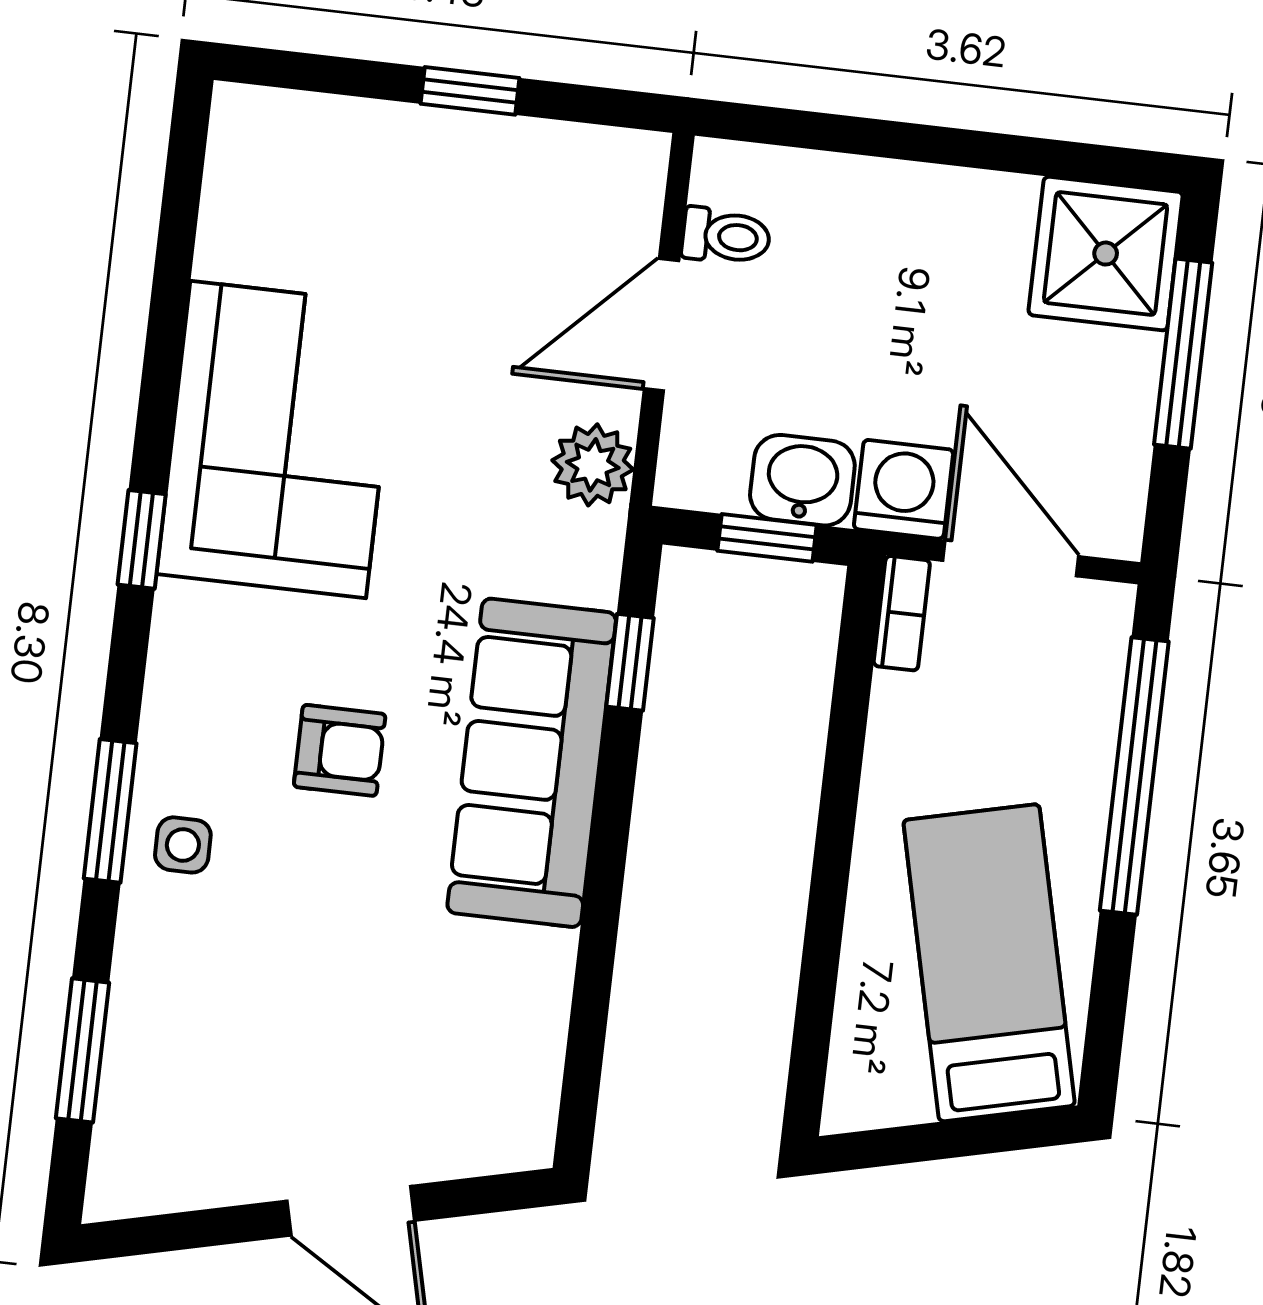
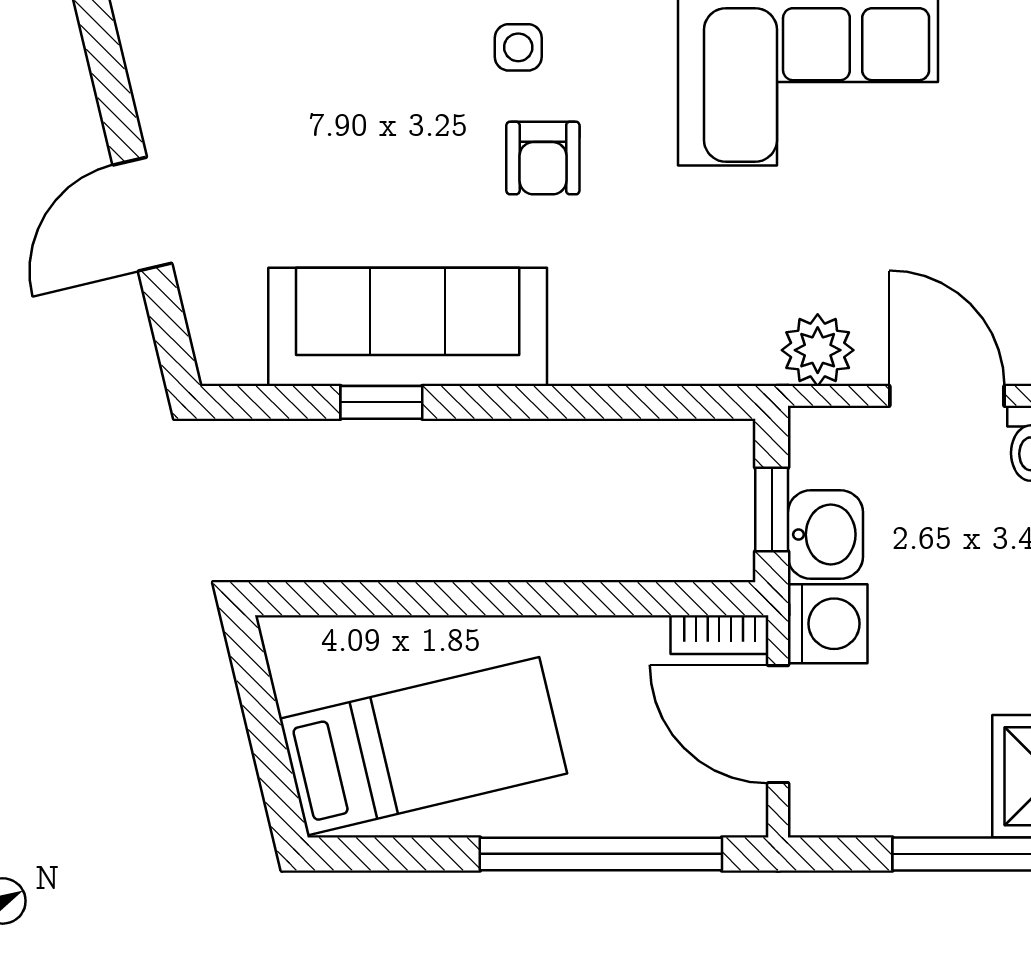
door: (1011, 558) -> (778, 724), swing flipped
window: (630, 662) -> (381, 402), moved
sofa: (532, 763) -> (408, 327), moved
side table: (183, 845) -> (518, 47), moved

